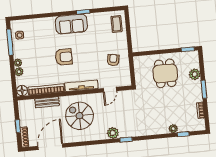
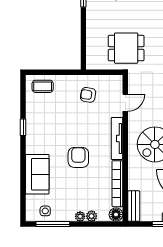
sofa: (71, 24) -> (37, 174), moved
dining table: (165, 73) -> (126, 48), moved
door: (110, 90) -> (125, 103), hinge flipped
bench: (47, 102) -> (134, 206), moved

